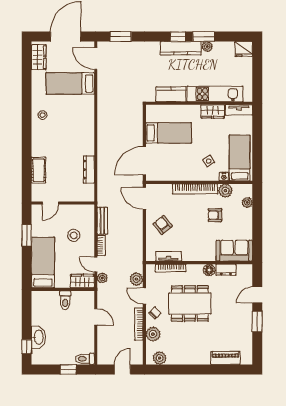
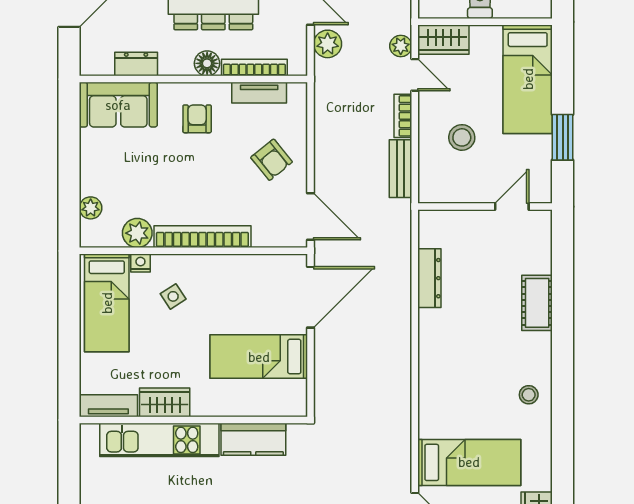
cot: (39, 170) -> (537, 303), moved
armchair: (215, 215) -> (197, 119), moved, turned -90
floor lamp: (209, 270) -> (207, 63), moved

